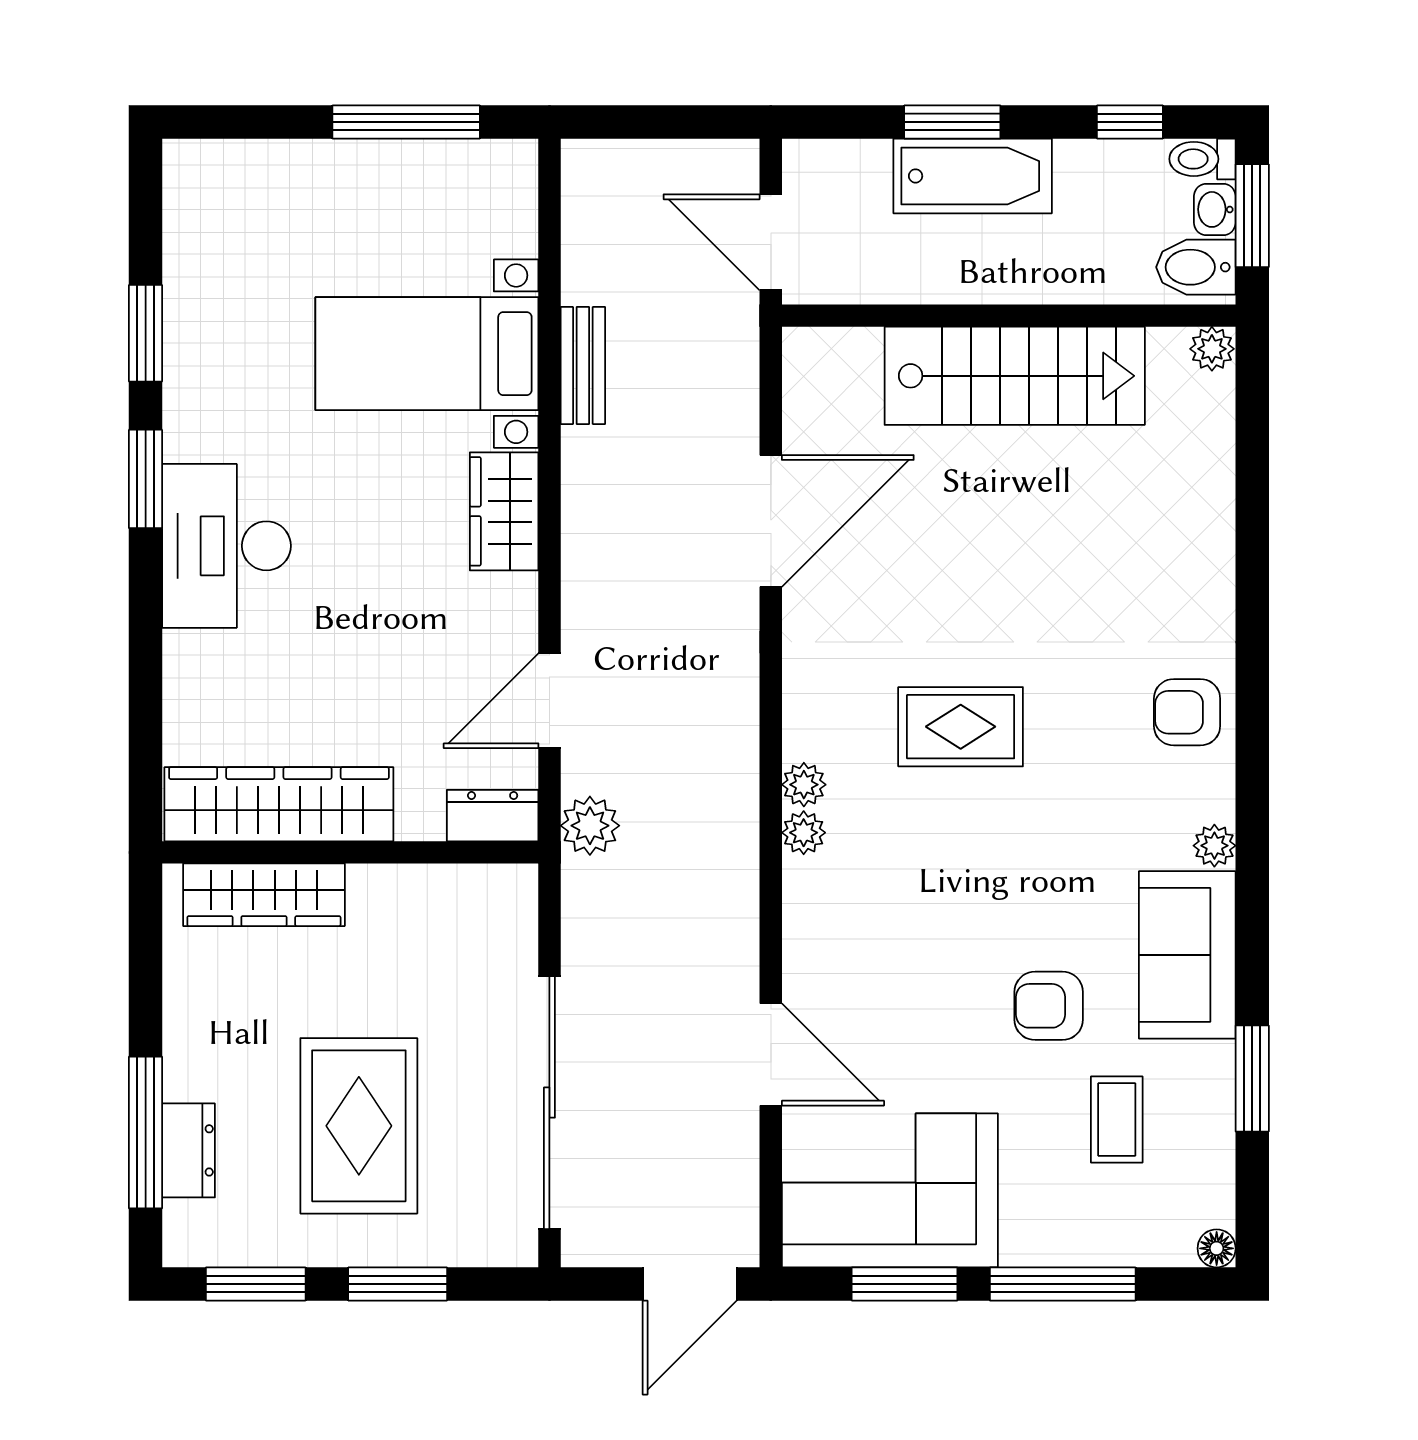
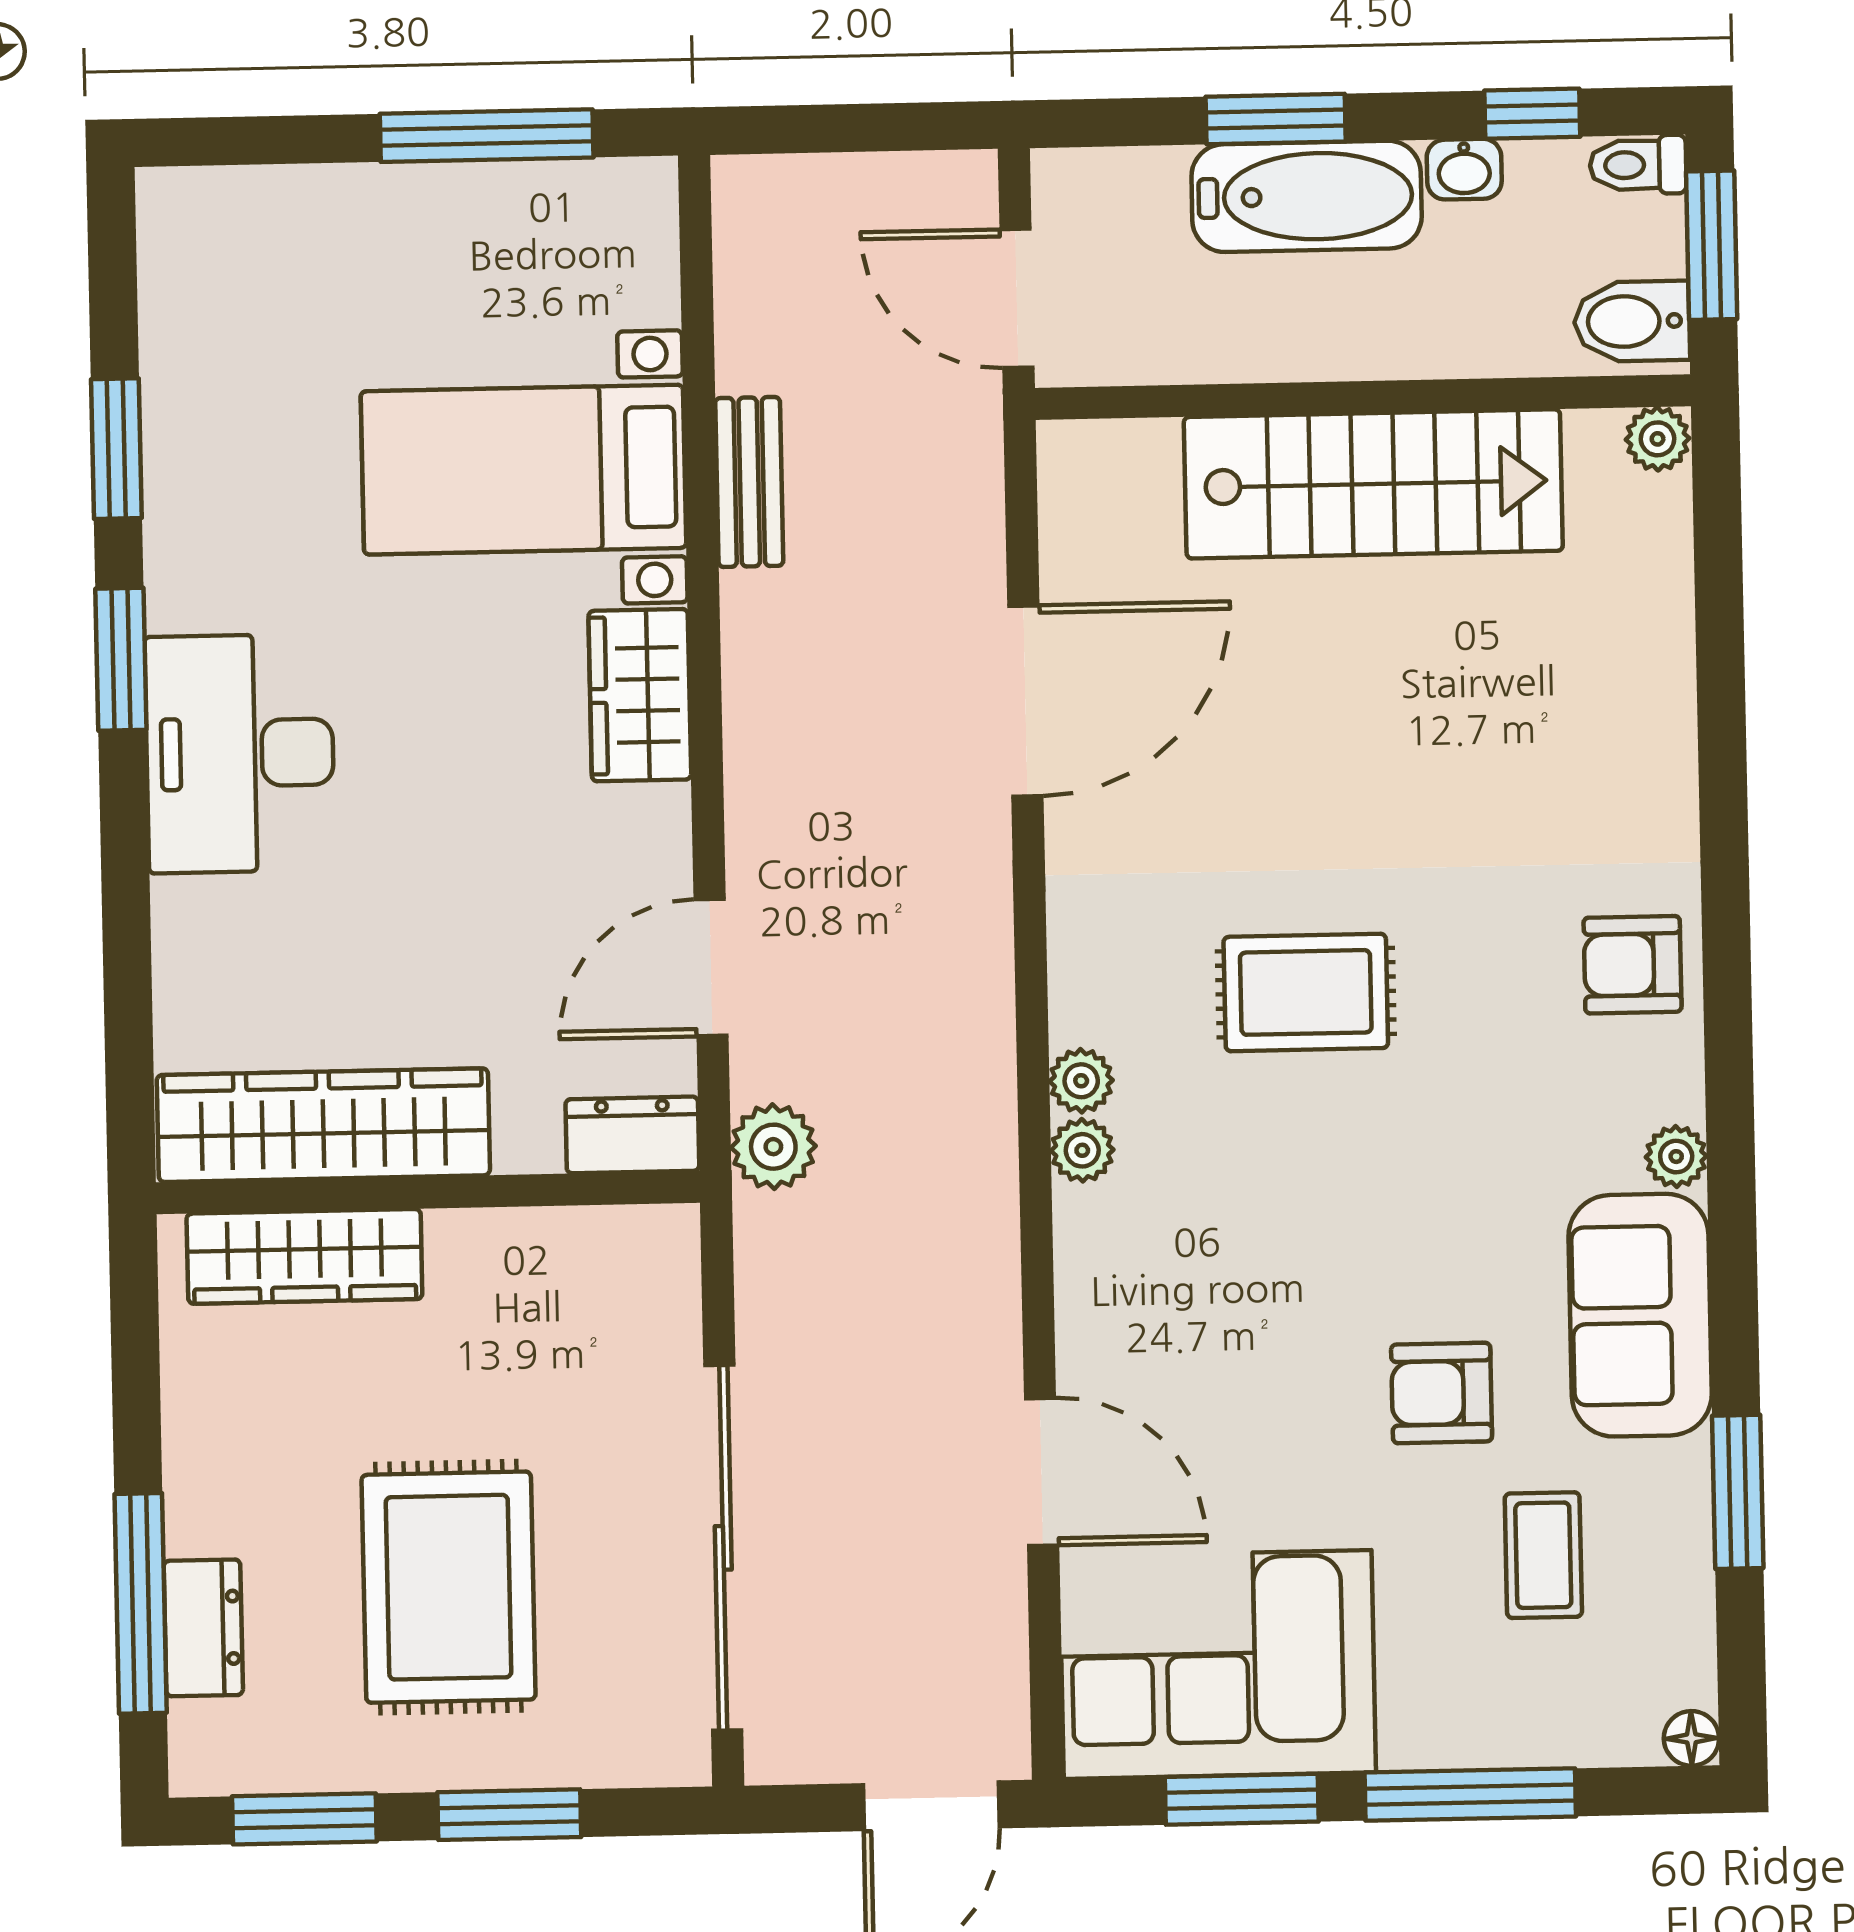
washbasin: (1215, 209) -> (1464, 169), moved, turned -90

